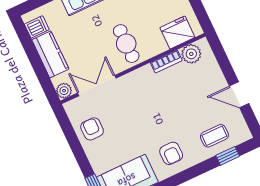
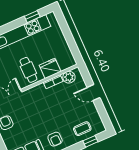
fridge: (177, 33) -> (50, 68), moved
door: (239, 95) -> (93, 92), moved

